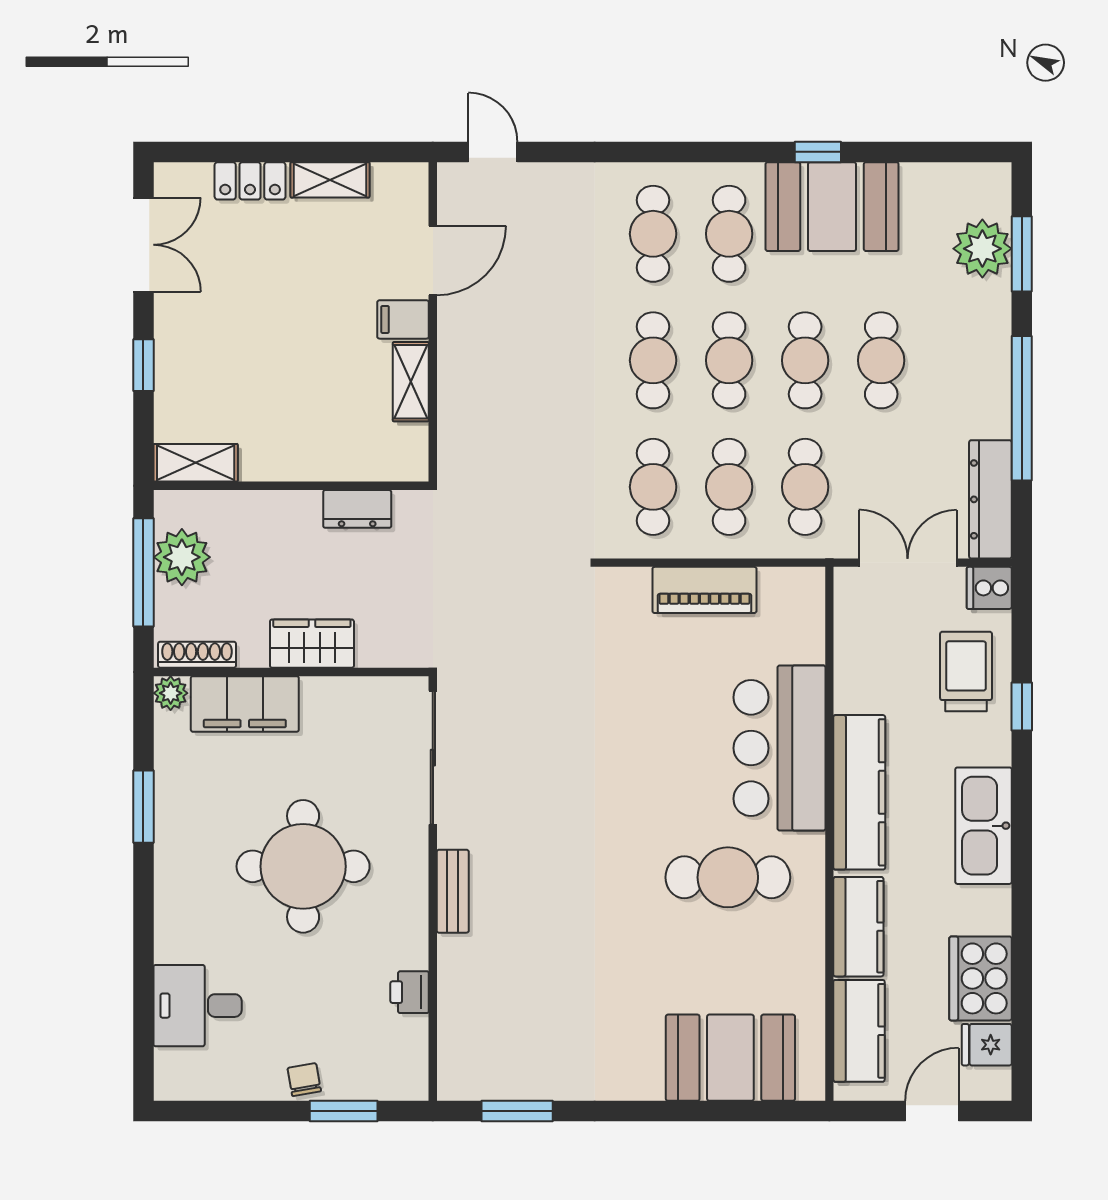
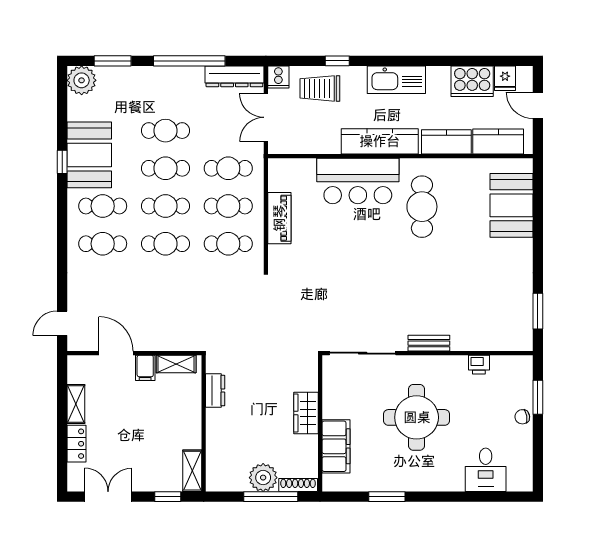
plant: (982, 249) -> (82, 80), moved
shelving: (196, 463) -> (192, 471), moved
wall: (291, 486) -> (204, 423), moved
dresser: (357, 509) -> (215, 391), moved
shoe rack: (197, 655) -> (298, 485), moved, turned 90
plant: (171, 693) -> (331, 483), removed

